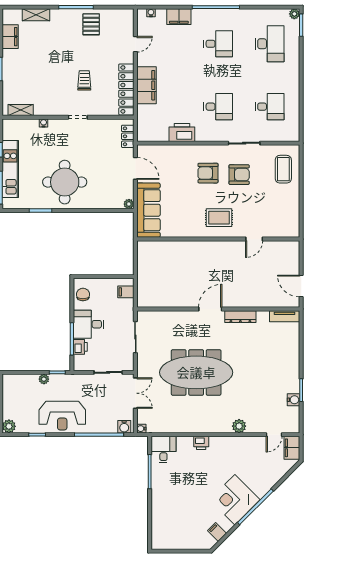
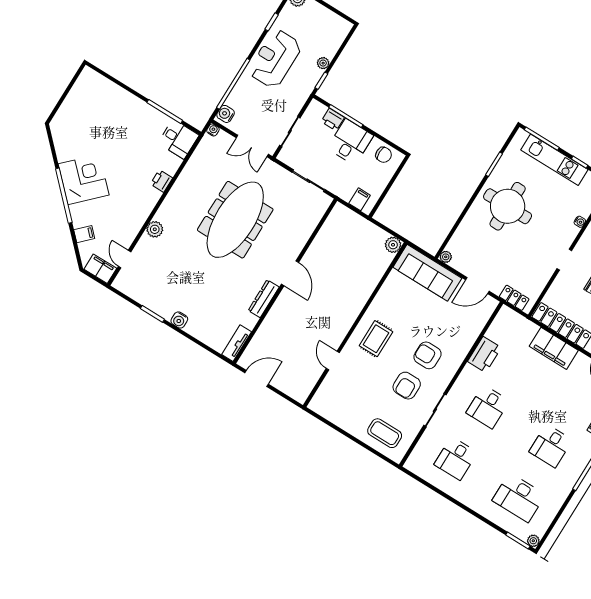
armchair: (208, 173) -> (428, 355), turned -90
plant: (144, 247) -> (393, 245), added
water cooler: (293, 400) -> (179, 320), moved
filing cabinet: (217, 532) -> (84, 234), moved

